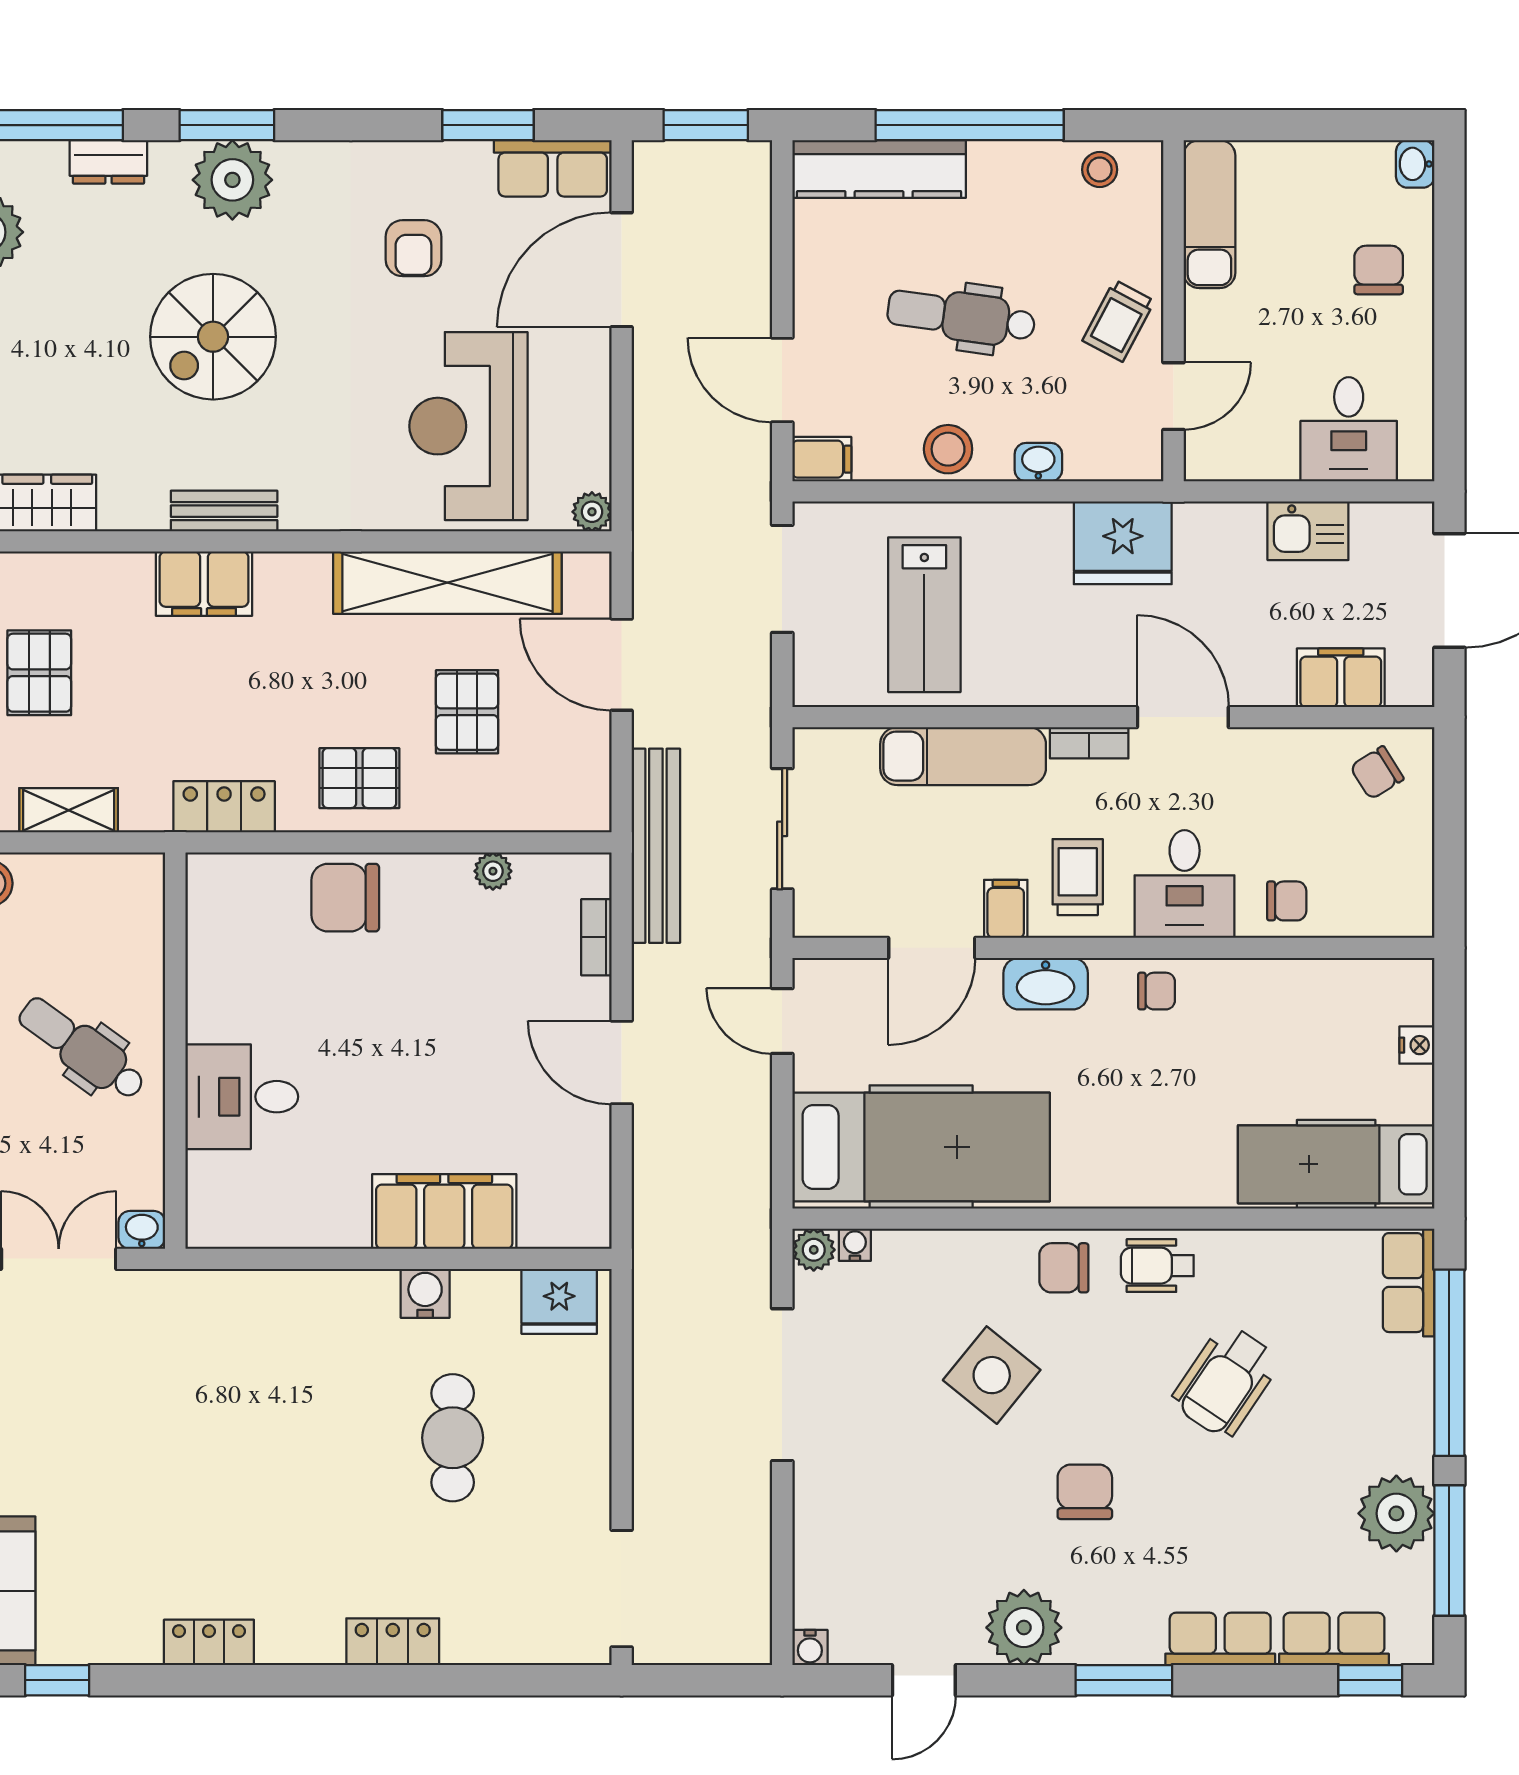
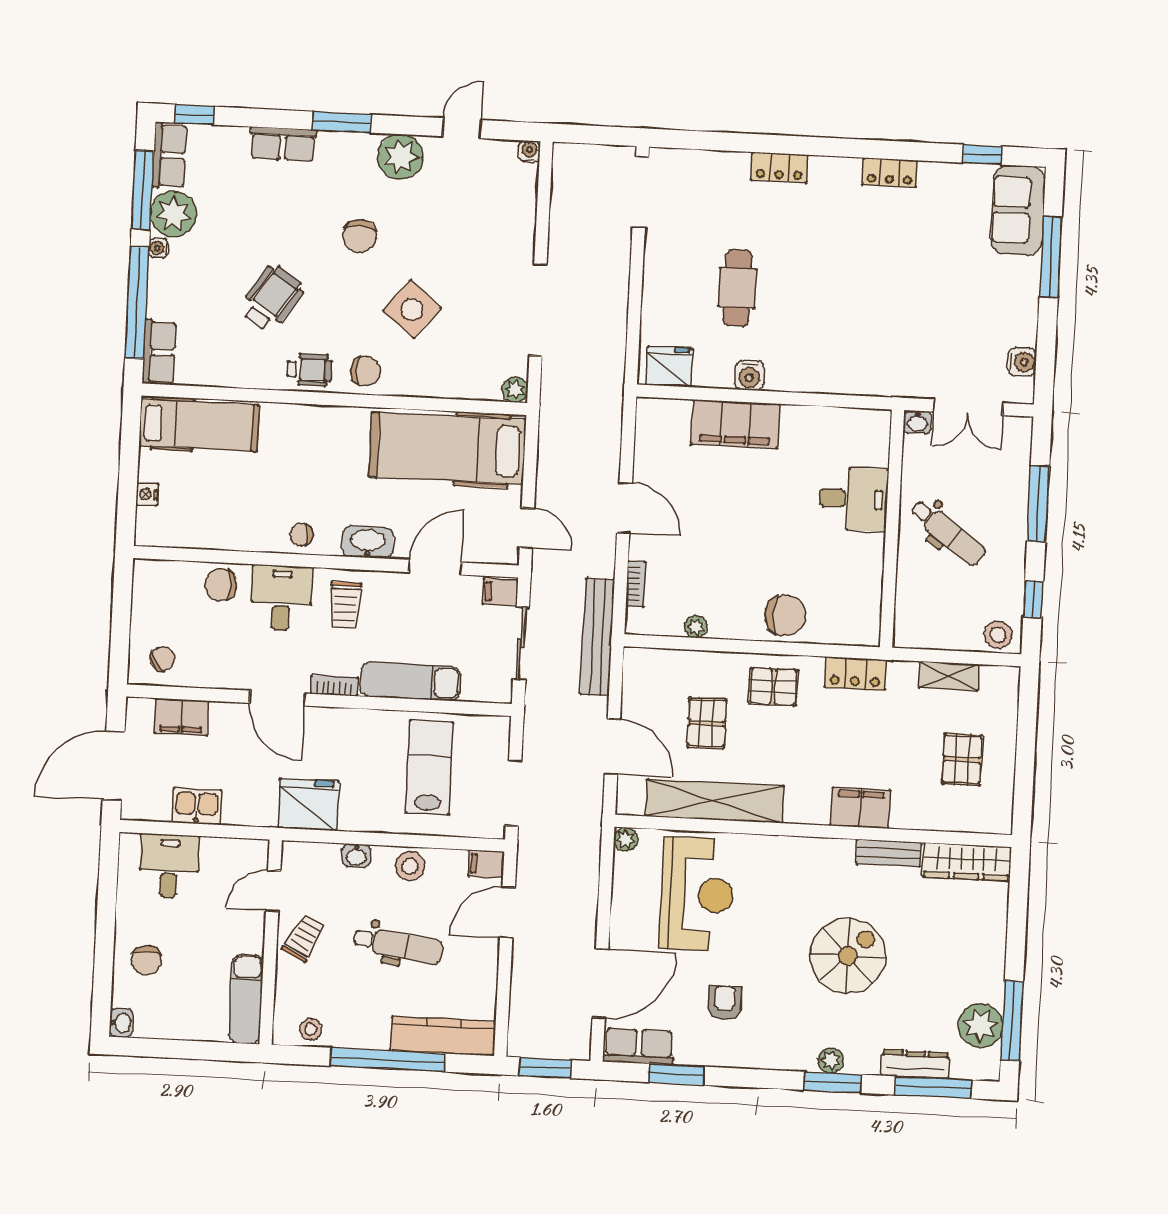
dresser: (108, 162) -> (915, 1064), width x1.44
plant: (232, 180) -> (831, 1060), width x0.53, depth x0.53
door: (782, 380) -> (507, 912), swing flipped
bench: (224, 511) -> (889, 853), moved
chair: (1287, 901) -> (221, 585), width x1.37, depth x1.37
filing cabinet: (1006, 909) -> (500, 592), moved, turned 90
water cooler: (855, 1245) -> (159, 248), moved, turned 90
row of seats: (1334, 1639) -> (169, 155), moved, turned -90

